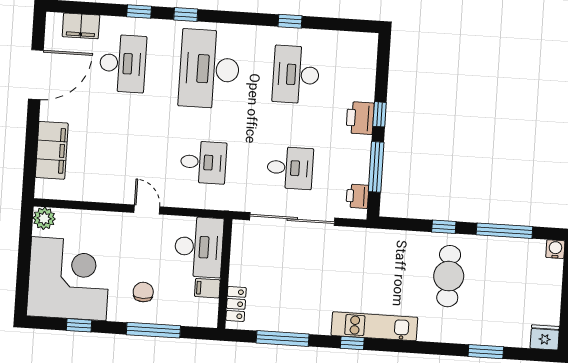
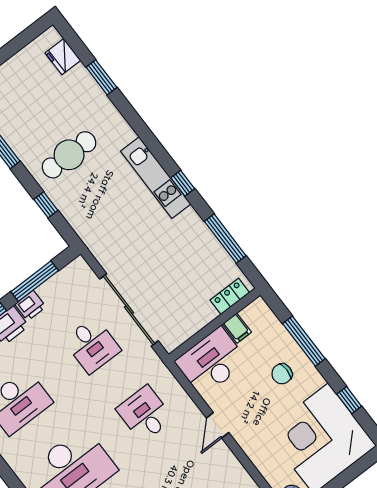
desk: (290, 168) -> (92, 345), turned 180
printer: (357, 196) -> (30, 306), moved
window: (444, 227) -> (46, 205), moved
fridge: (545, 337) -> (63, 57), moved

